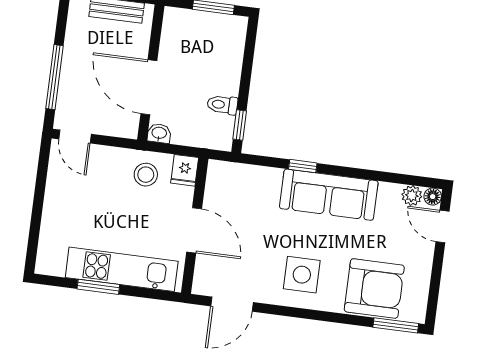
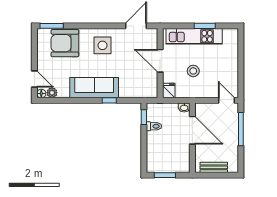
stool: (146, 175) -> (193, 71), moved

